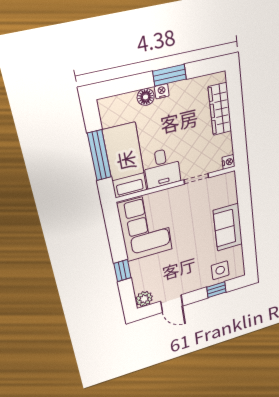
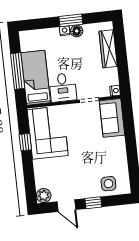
floor lamp: (146, 97) -> (77, 31), moved
sofa: (228, 227) -> (112, 118), moved
window: (122, 271) -> (25, 142), moved
window: (216, 290) -> (93, 203), moved

